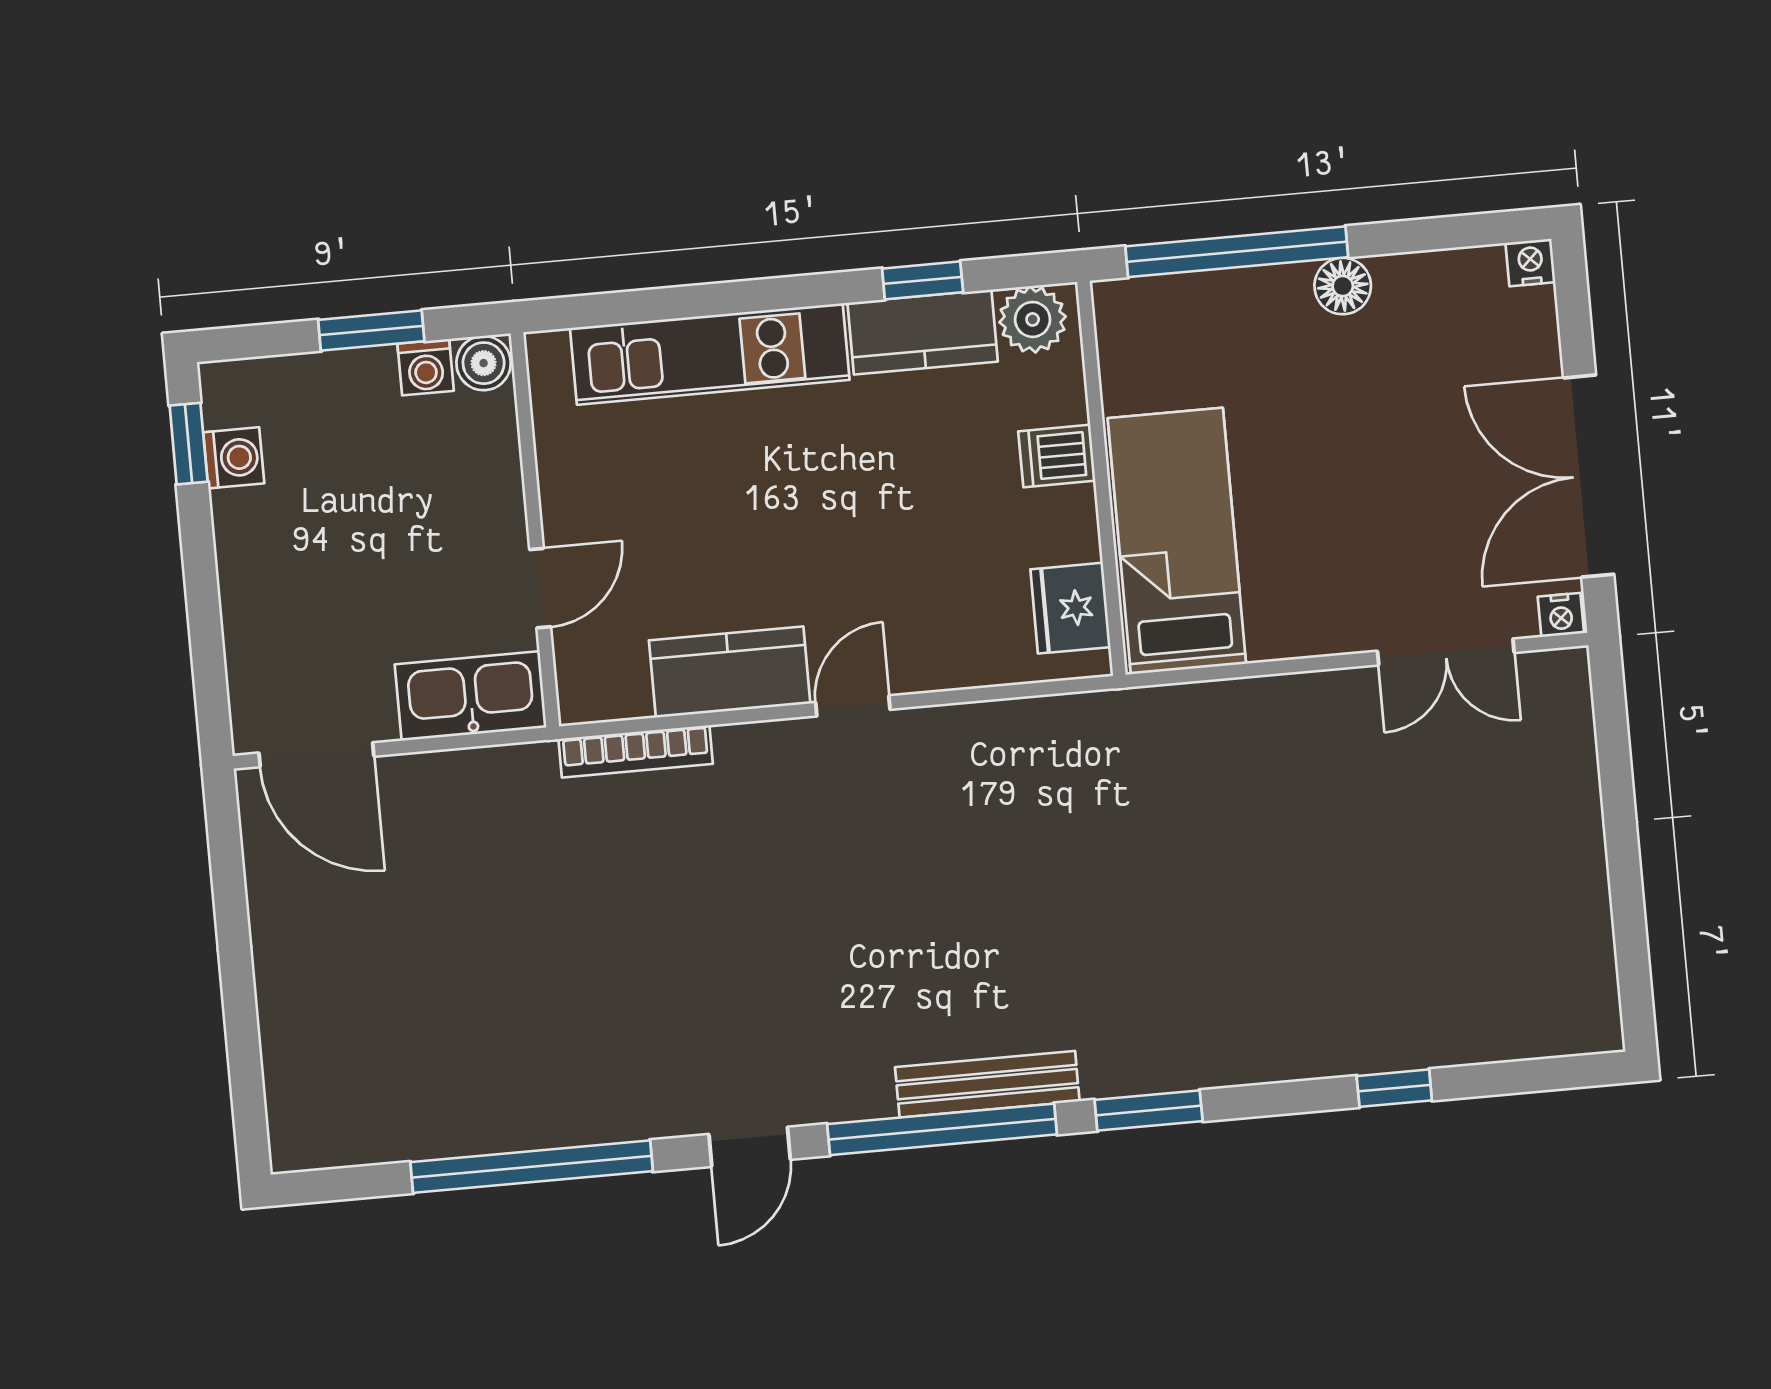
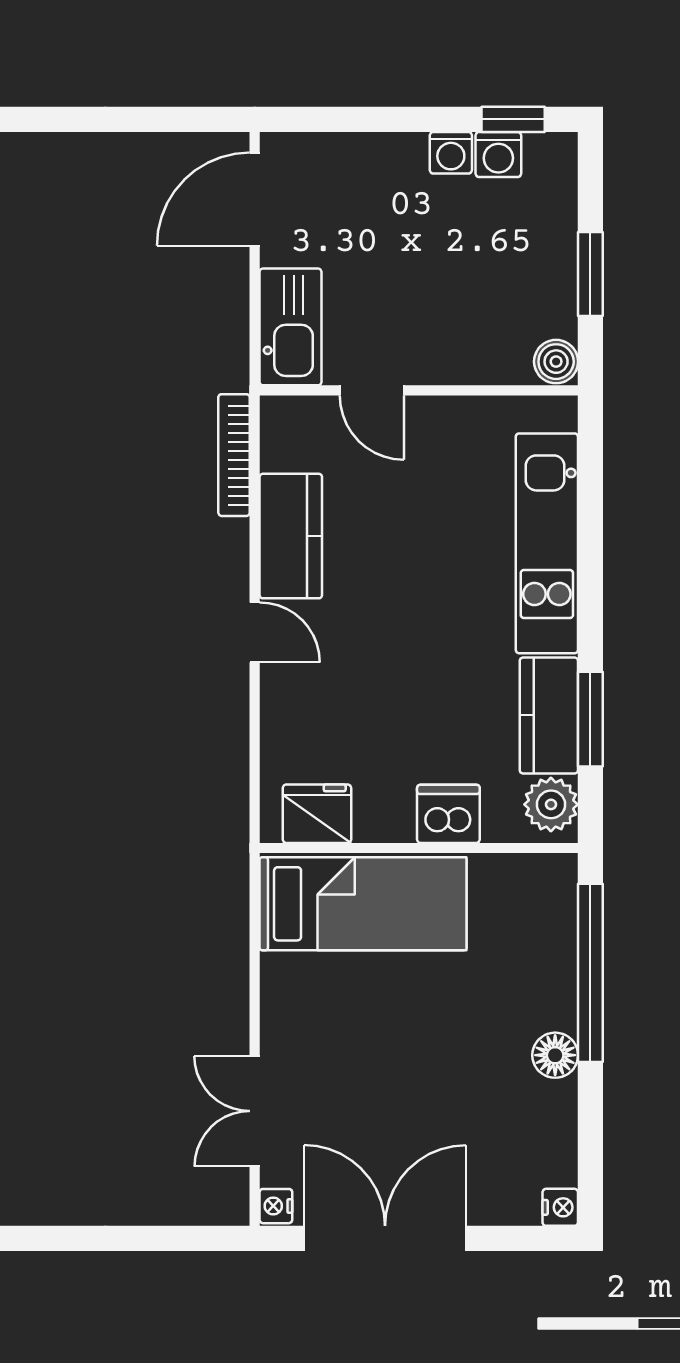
window: (923, 280) -> (590, 719), width x1.50
washing machine: (426, 367) -> (451, 153), moved, turned -90
dishwasher: (1057, 456) -> (448, 814), width x1.38

